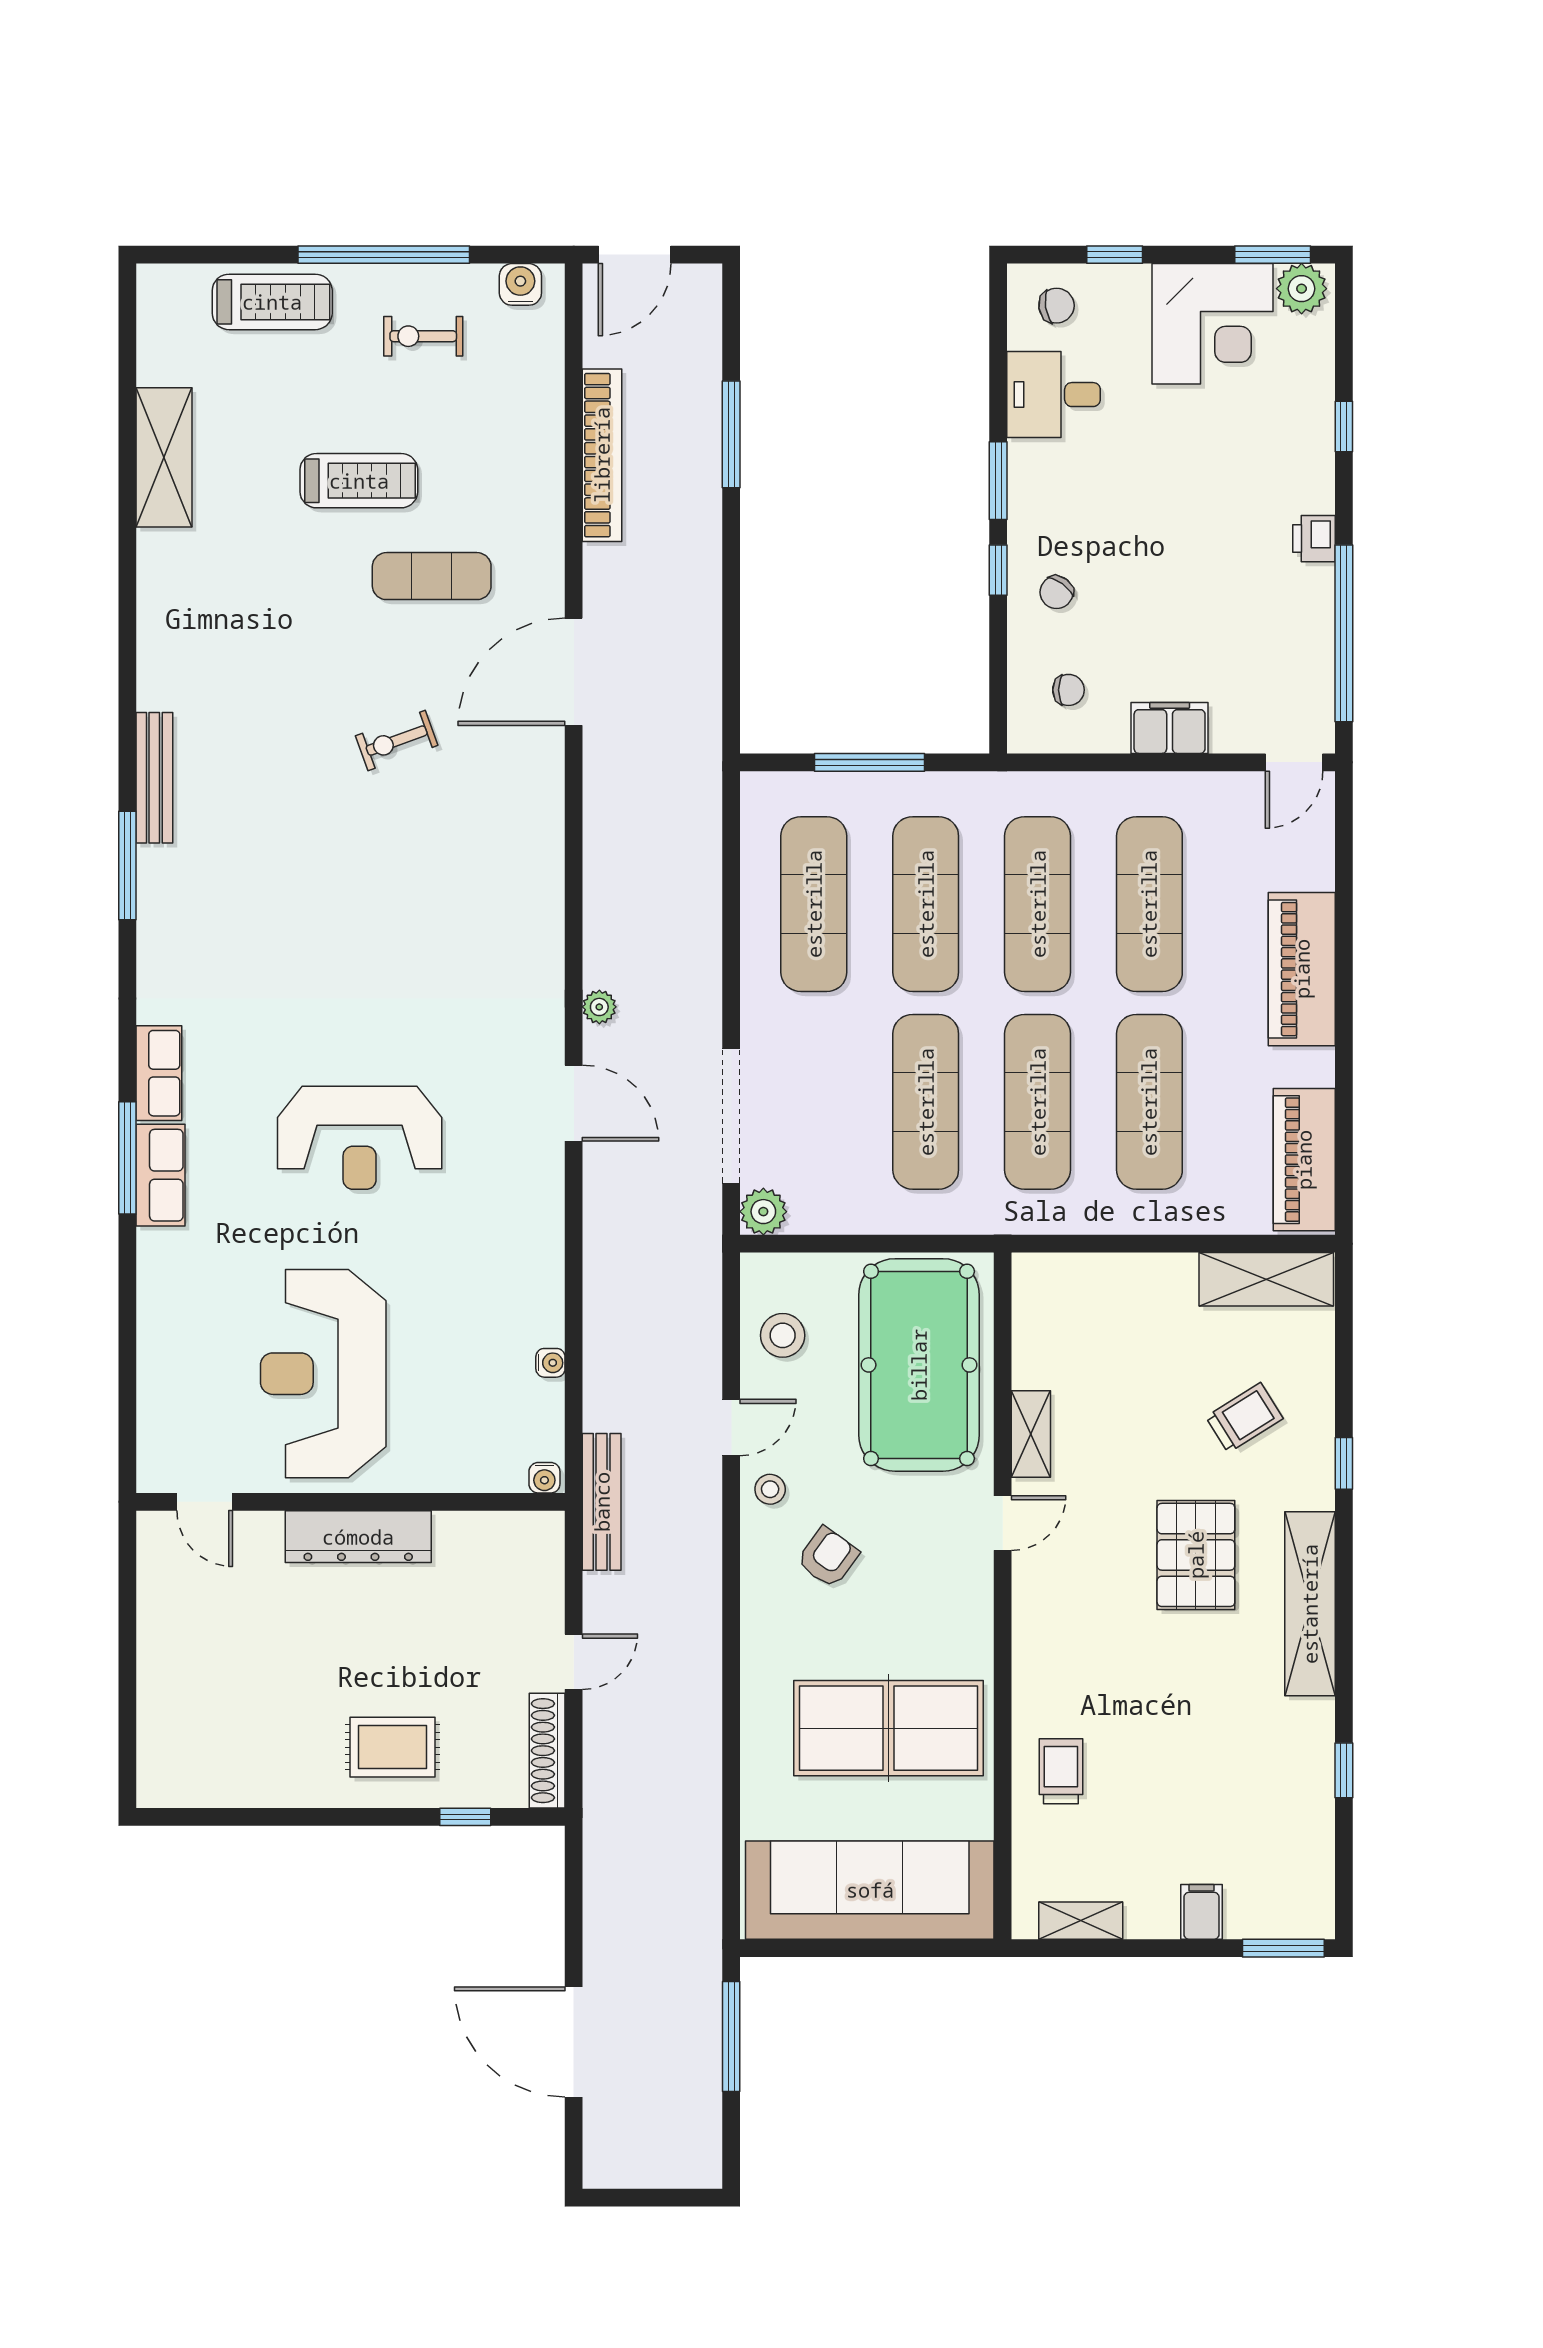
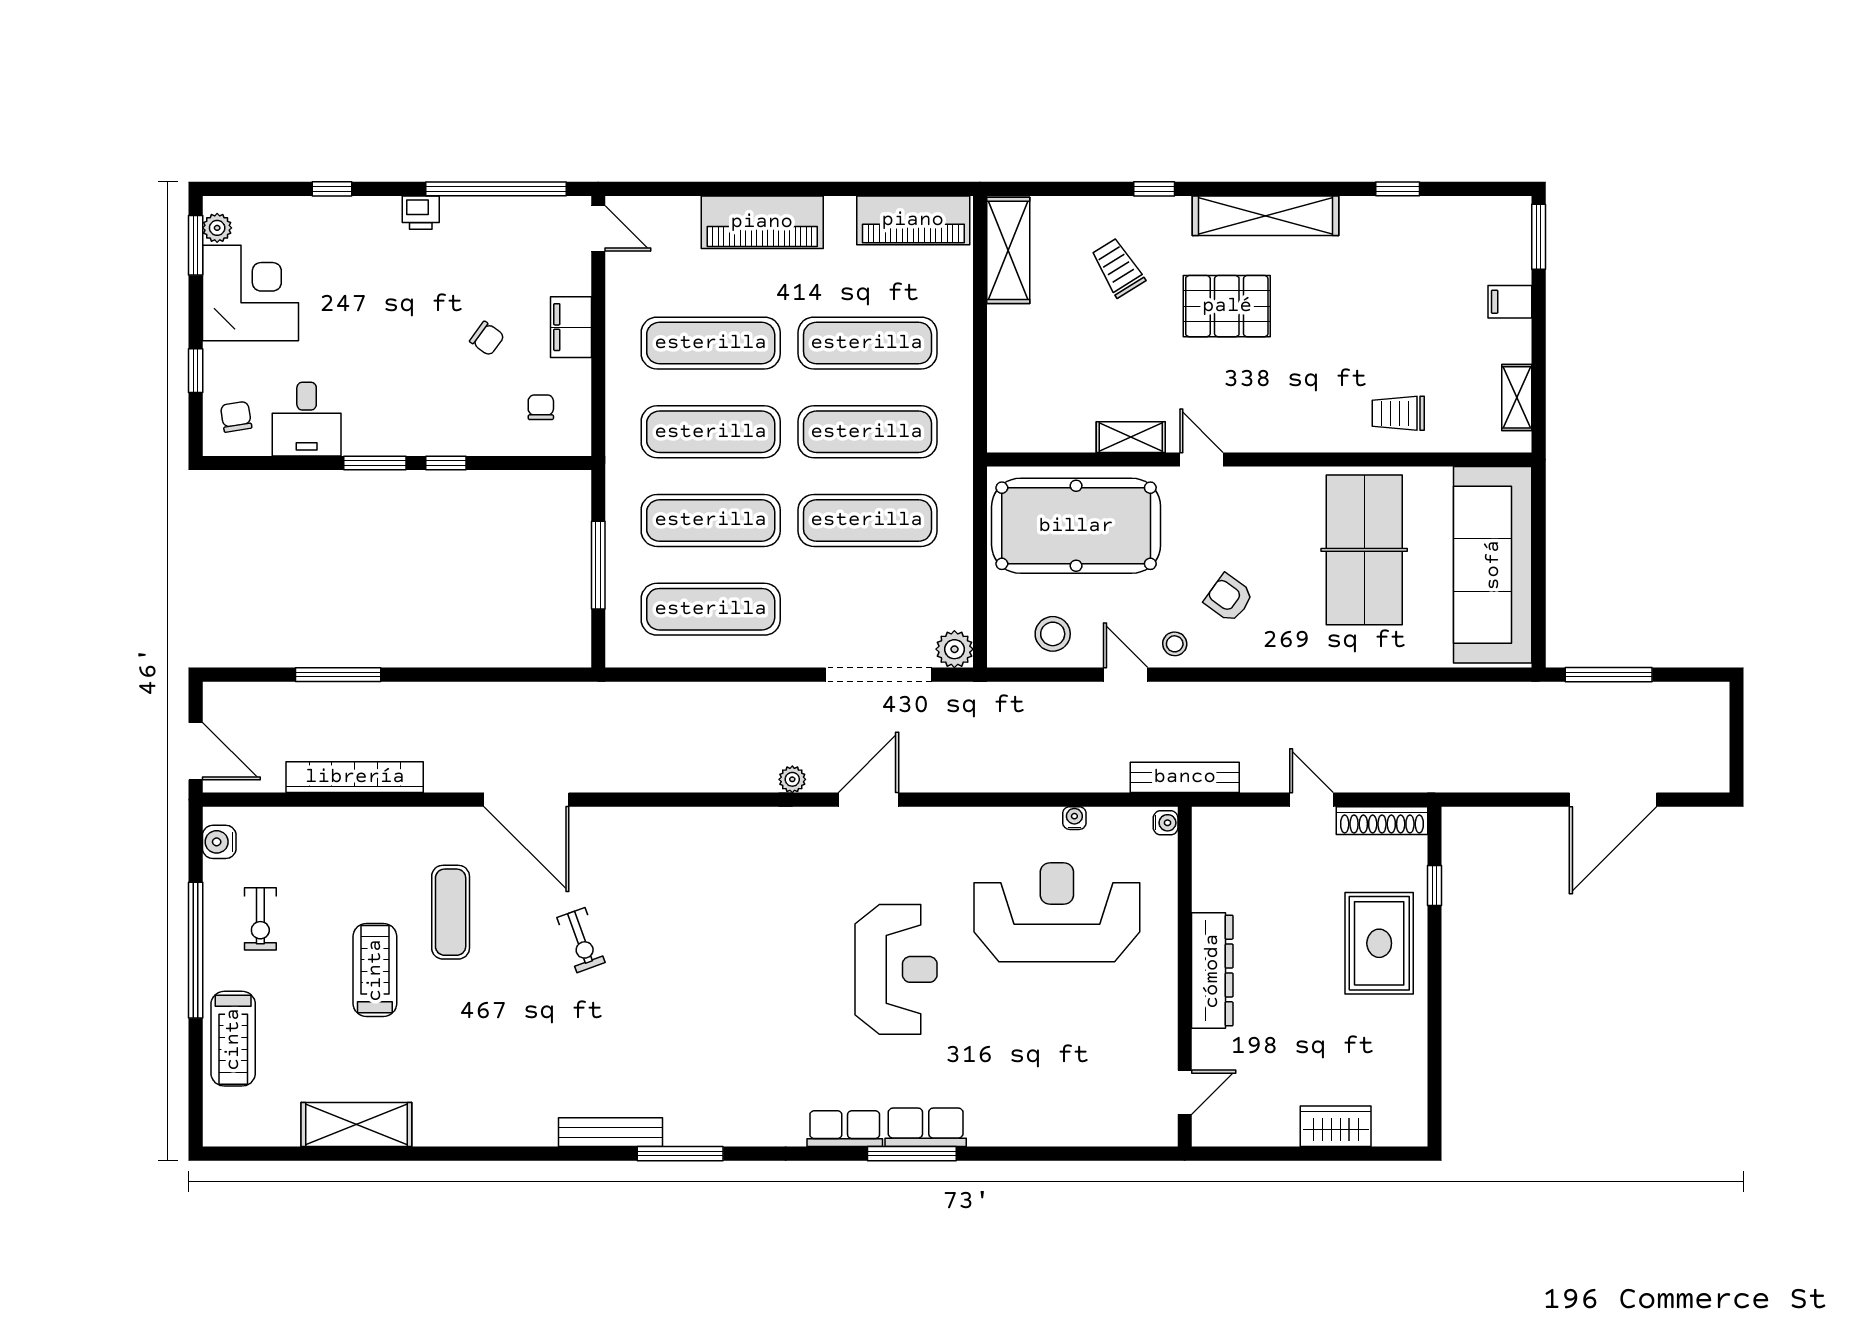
plant: (1302, 289) -> (217, 228), width x0.73, depth x0.73
treadmill: (272, 302) -> (233, 1039), turned 180
chair: (1057, 592) -> (487, 338), moved
reception desk: (323, 1374) -> (1057, 912), moved, turned 180
wardrobe: (162, 1692) -> (1336, 1126), added
rug: (393, 1747) -> (1379, 943), width x1.36, depth x1.43

